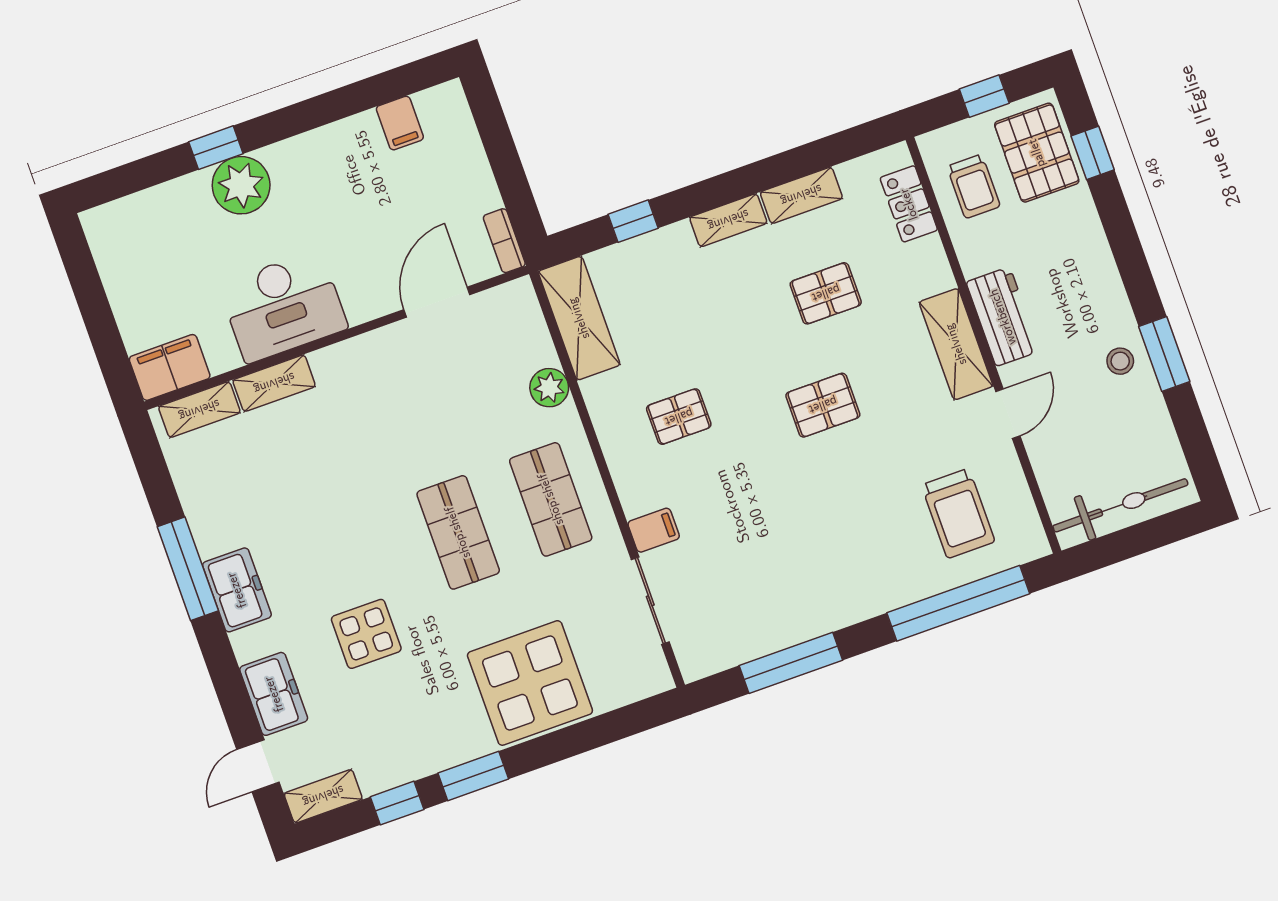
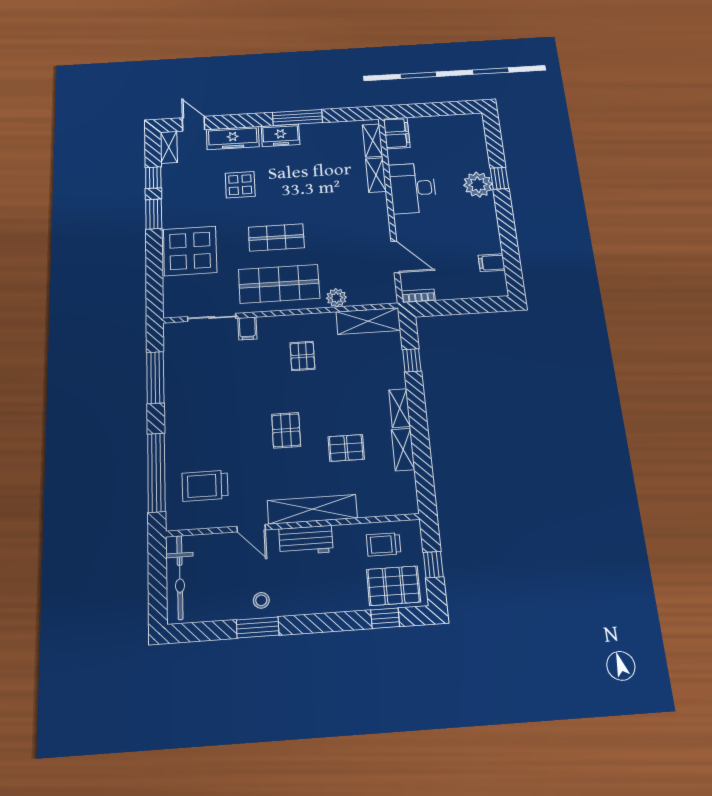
locker: (909, 204) -> (383, 506), removed
pallet: (826, 293) -> (346, 448), turned 90
shelving: (956, 344) -> (312, 509), width x1.47
shop shelf: (551, 499) -> (279, 284), width x1.43, depth x1.36
freezer: (274, 694) -> (233, 138), width x1.40

